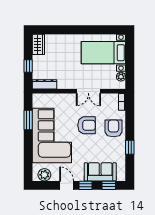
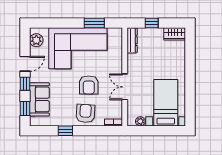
armchair: (113, 128) -> (85, 113), turned -86

